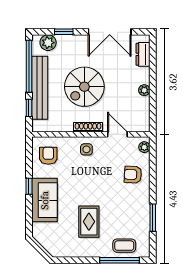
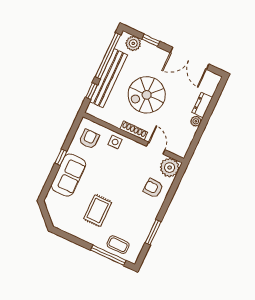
dresser: (143, 54) -> (202, 105), moved
plant: (144, 147) -> (170, 168), width x1.88, depth x1.88
side table: (86, 149) -> (115, 142), moved

